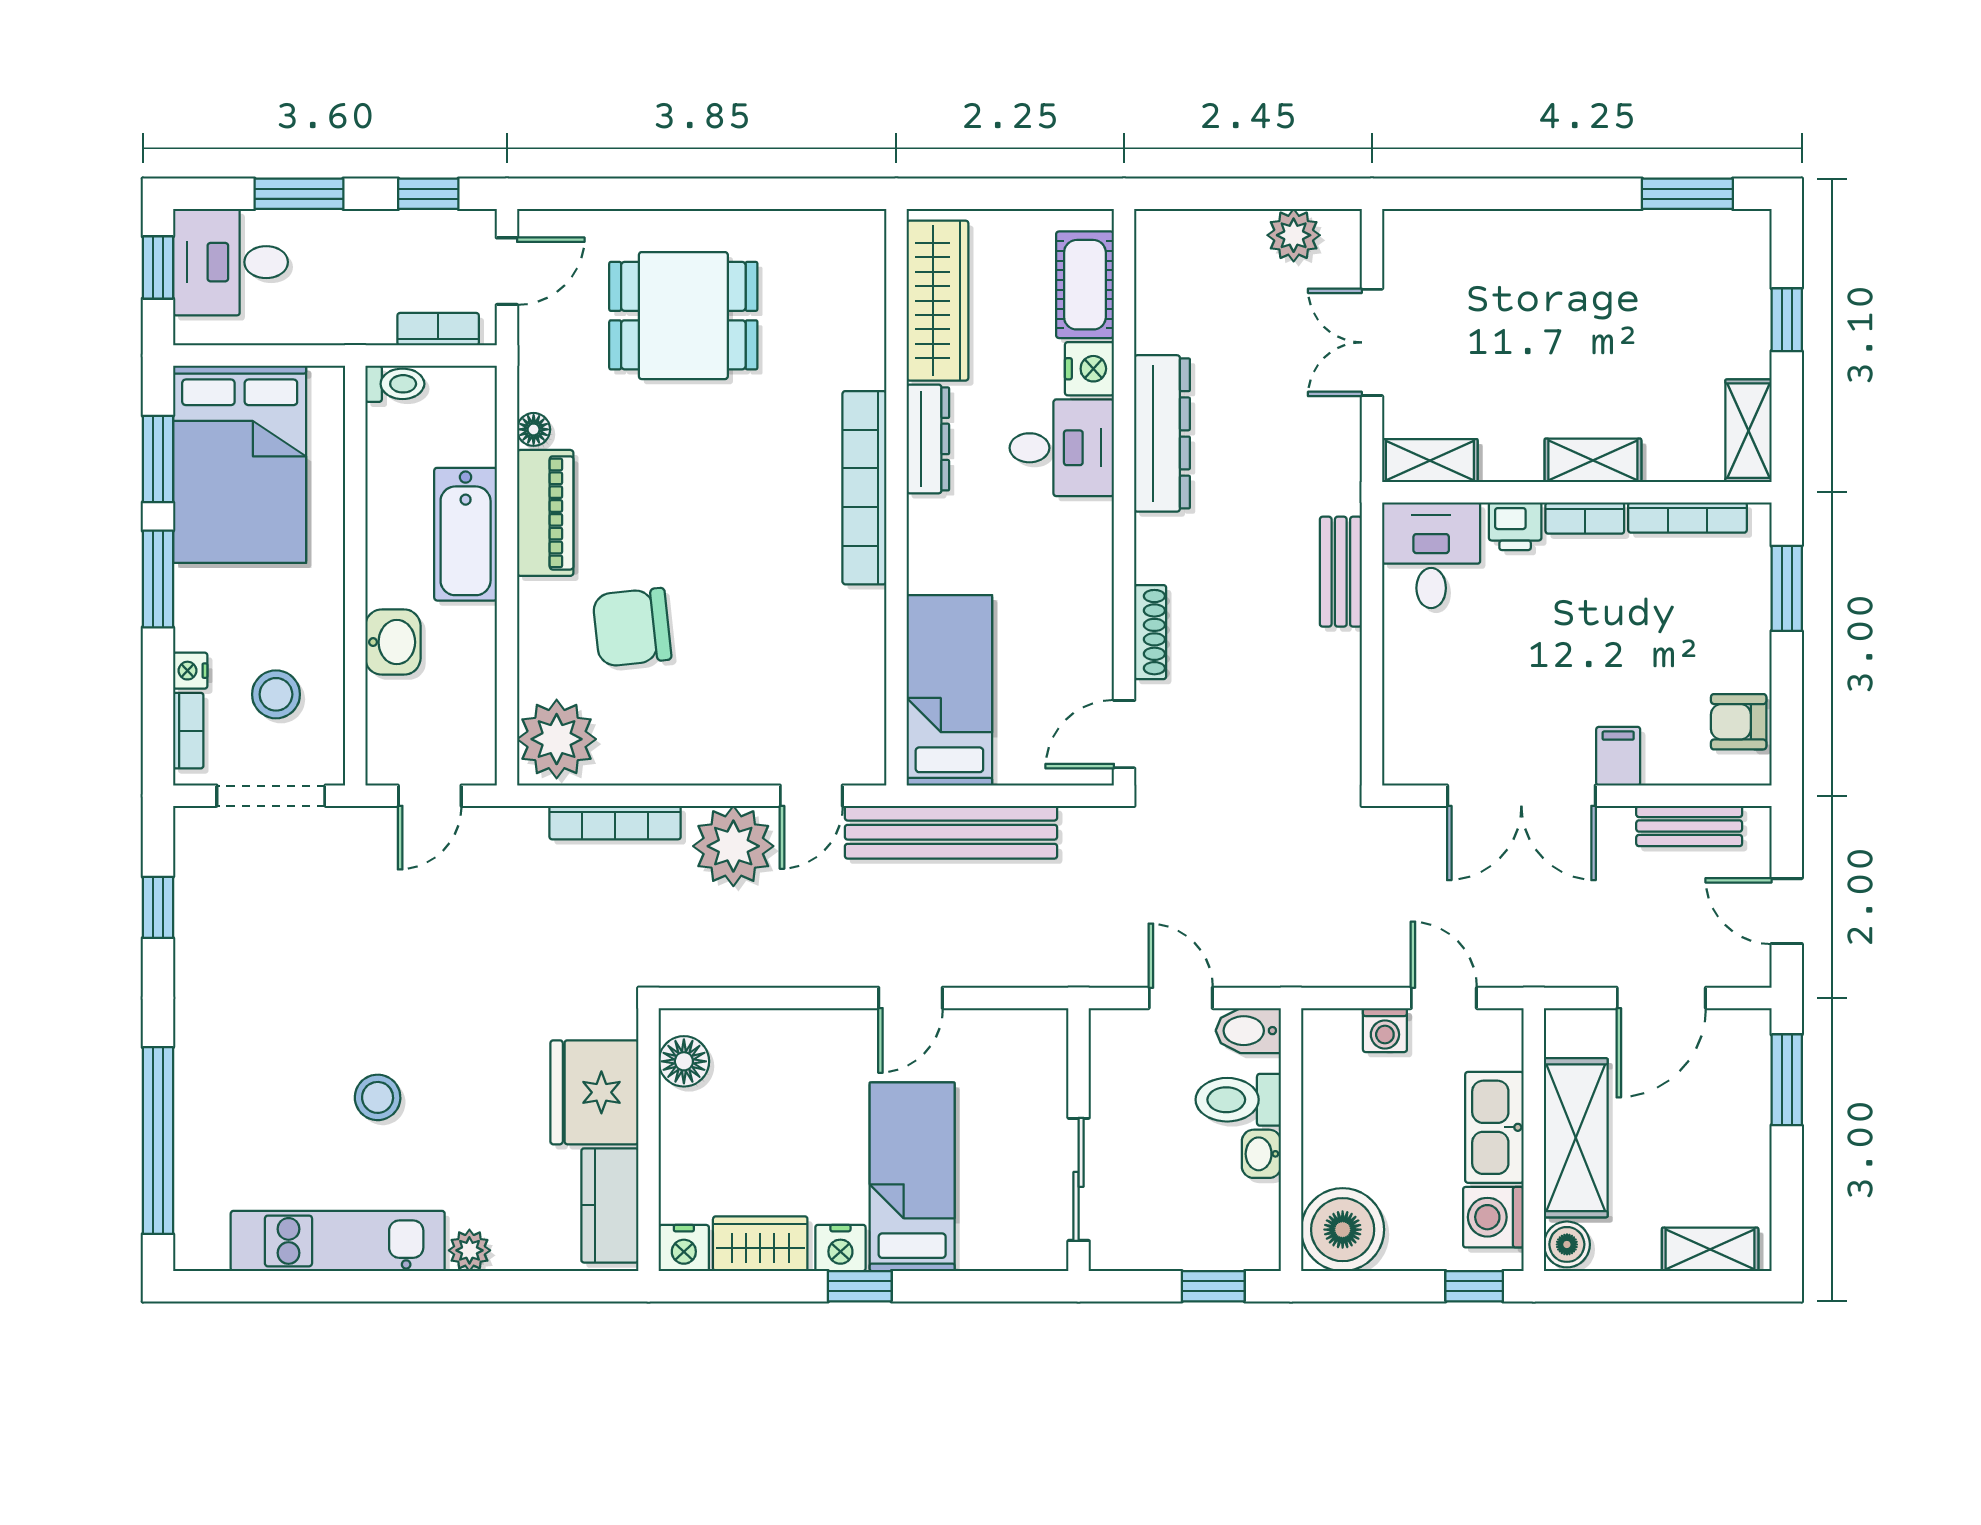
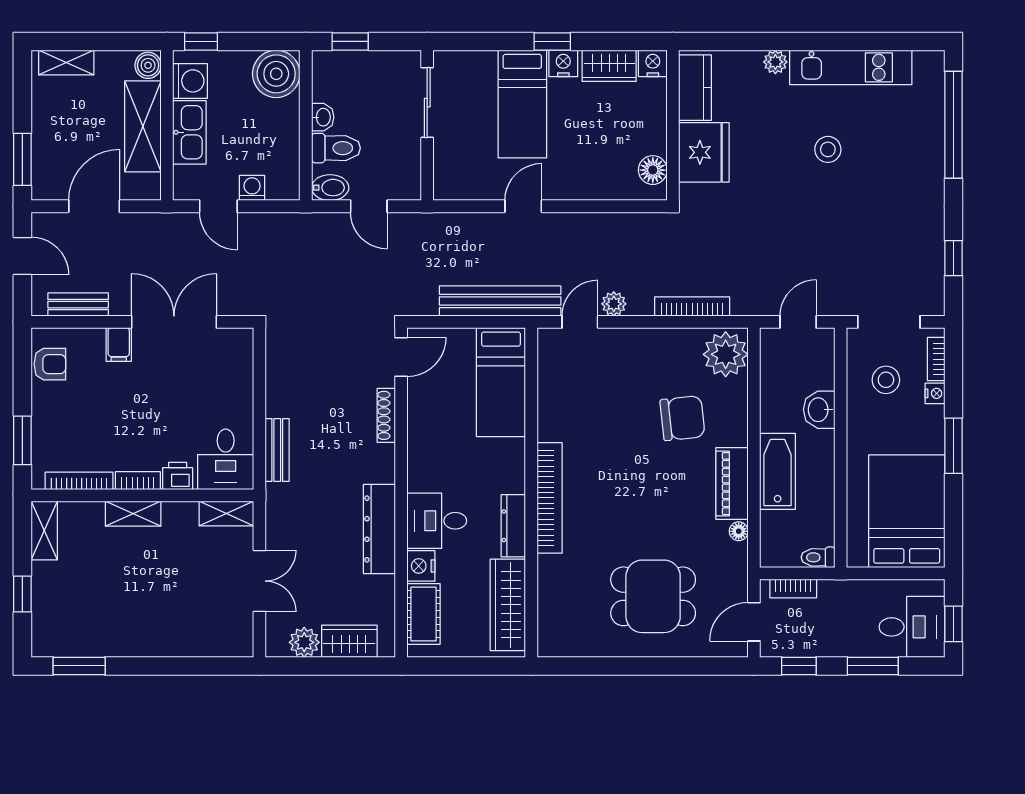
wardrobe: (1215, 237) -> (349, 641), added
window: (158, 459) -> (953, 514), removed
plant: (733, 846) -> (614, 304), width x0.53, depth x0.53

